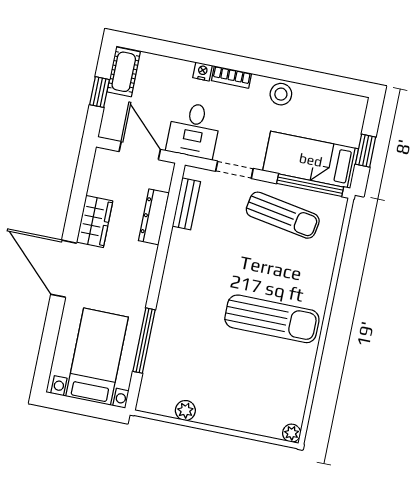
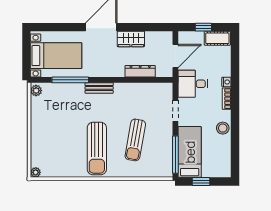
bench: (186, 204) -> (99, 88), moved
sun lounger: (283, 215) -> (135, 140), moved
plant: (185, 410) -> (36, 91), moved

